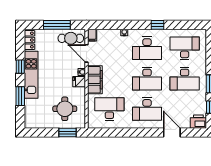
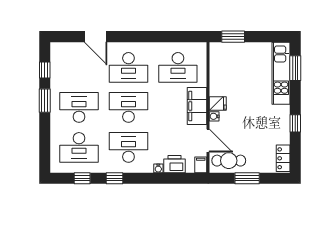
window: (57, 25) -> (247, 178), width x0.69
window: (182, 25) -> (82, 178), added
kitchen unit: (31, 75) -> (281, 73), moved
window: (20, 96) -> (295, 68), moved
round table: (65, 109) -> (237, 68), removed
desk: (147, 109) -> (128, 67), turned 180
printer: (198, 122) -> (174, 164), moved, turned 180

